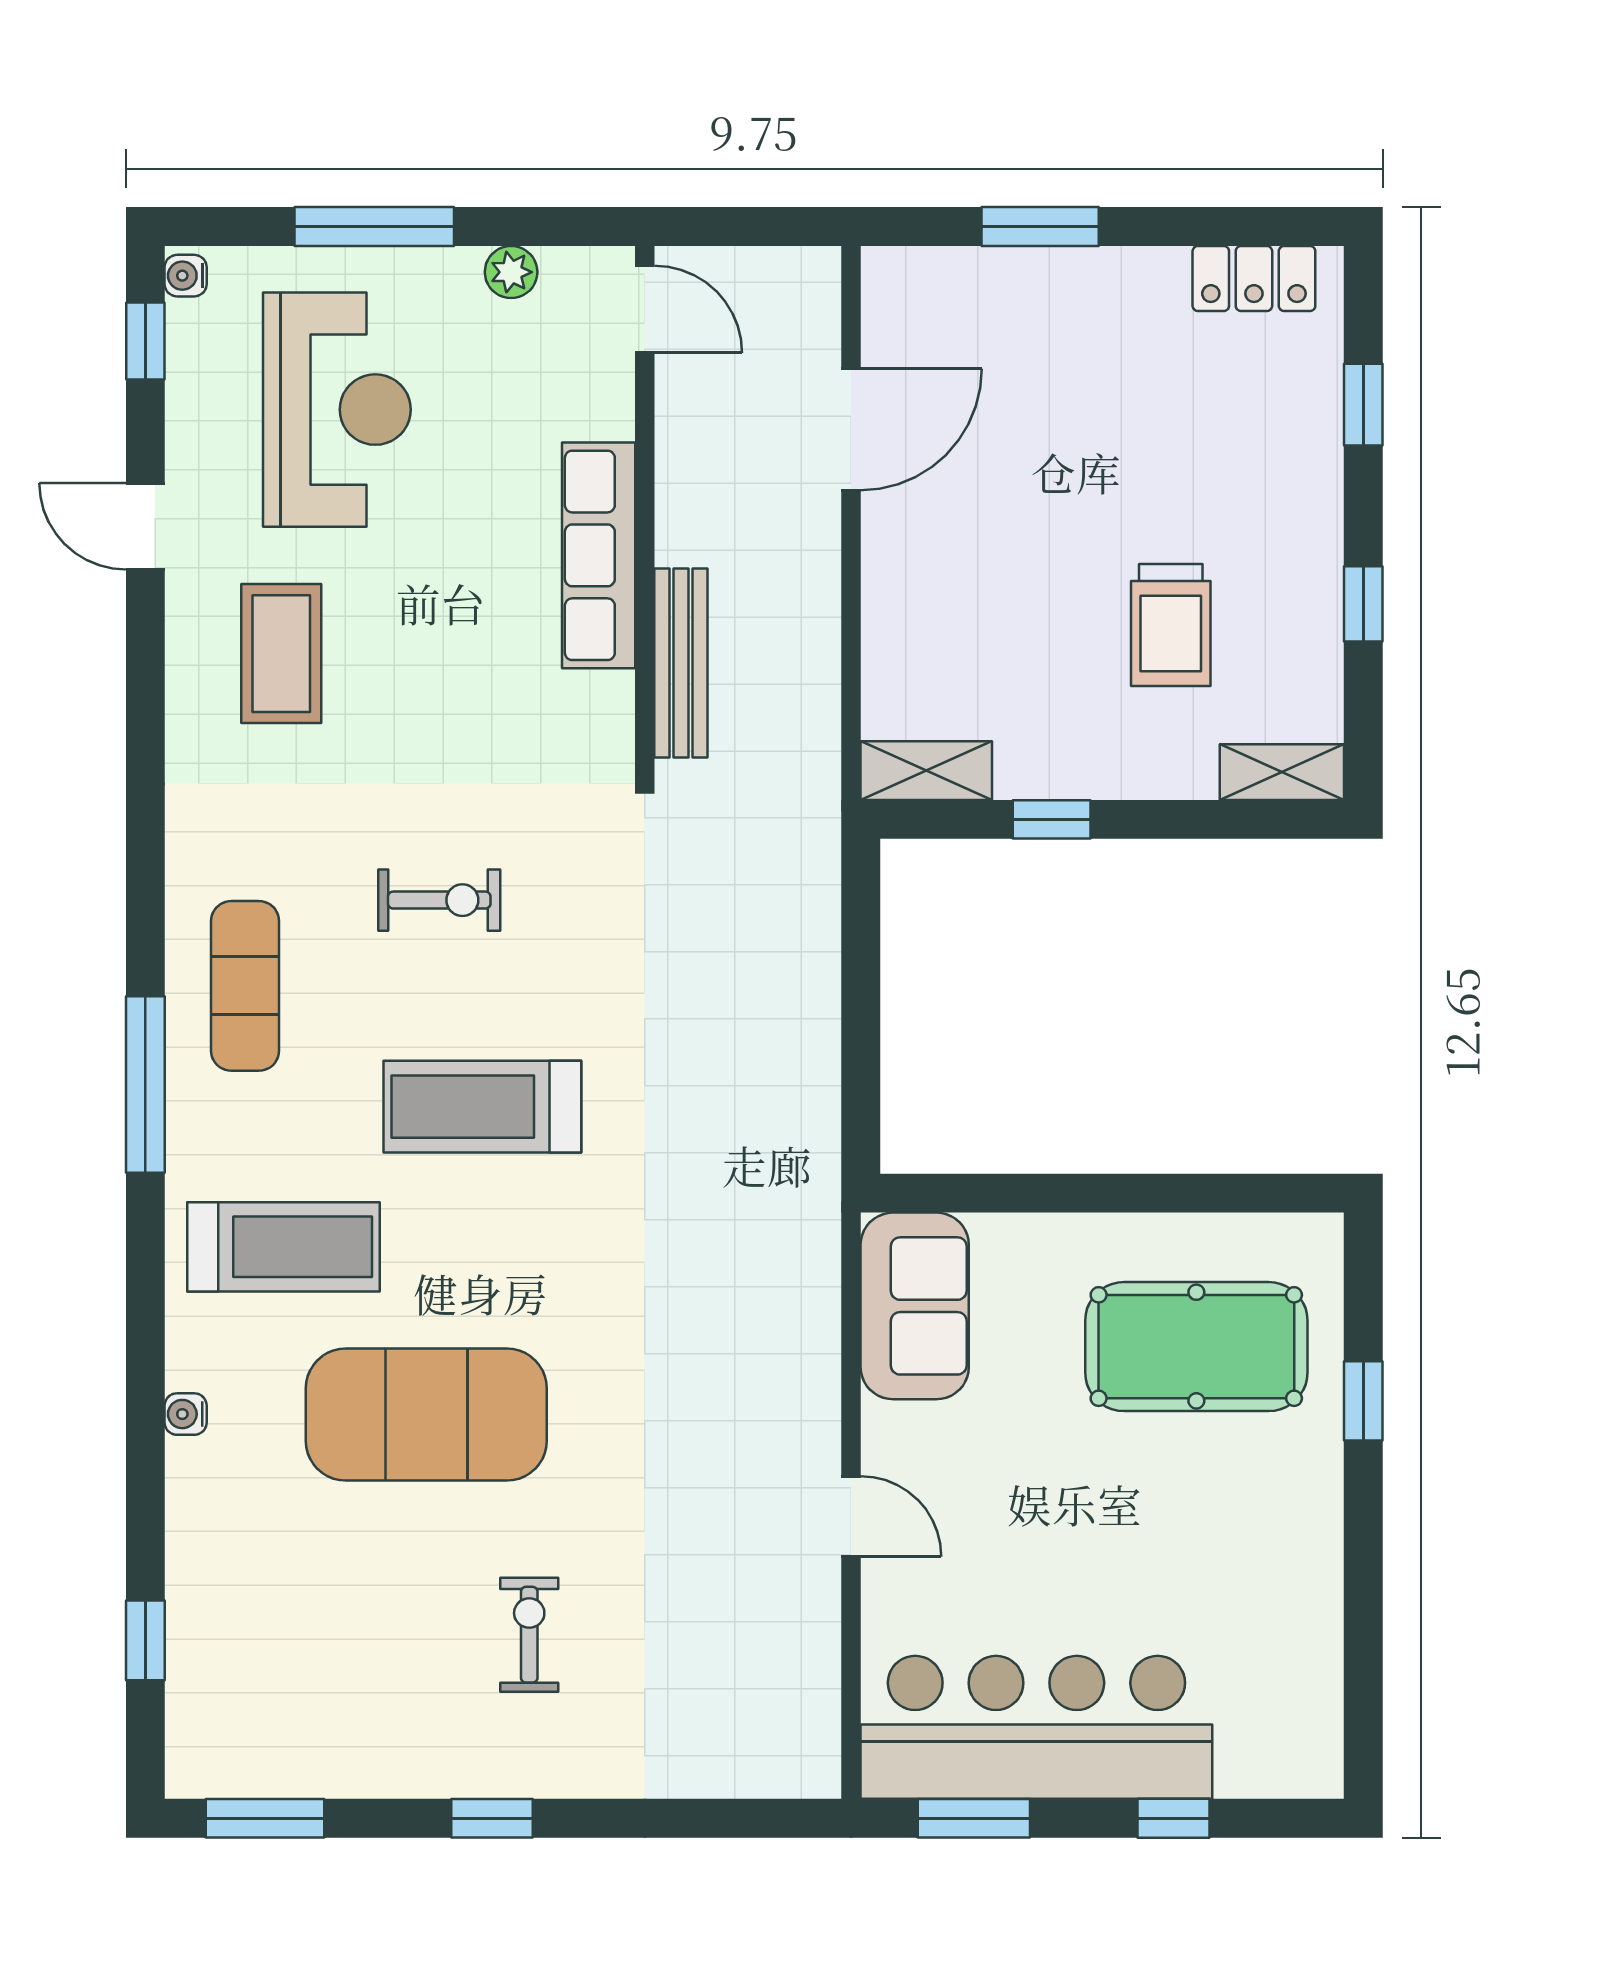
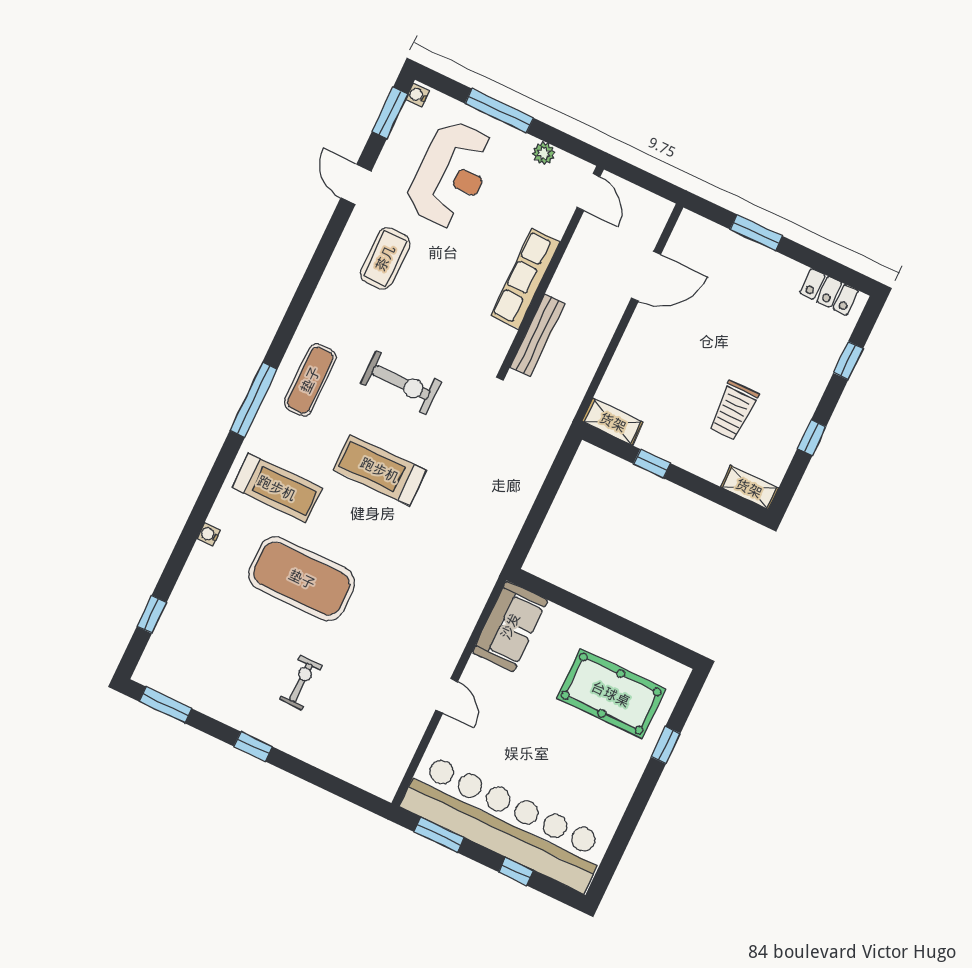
window: (145, 341) -> (390, 113), width x1.50
exercise bike: (439, 900) -> (401, 383), width x1.38, depth x1.39
bar counter: (1036, 1727) -> (504, 823), width x1.36

